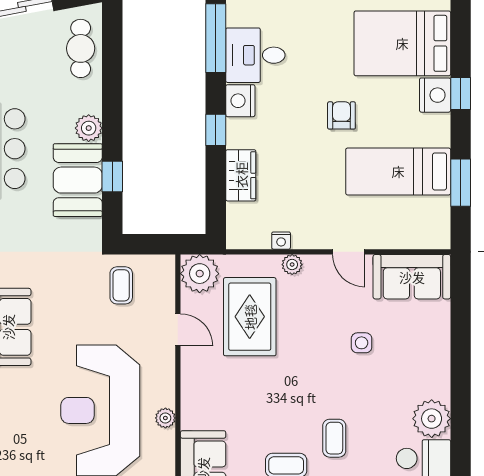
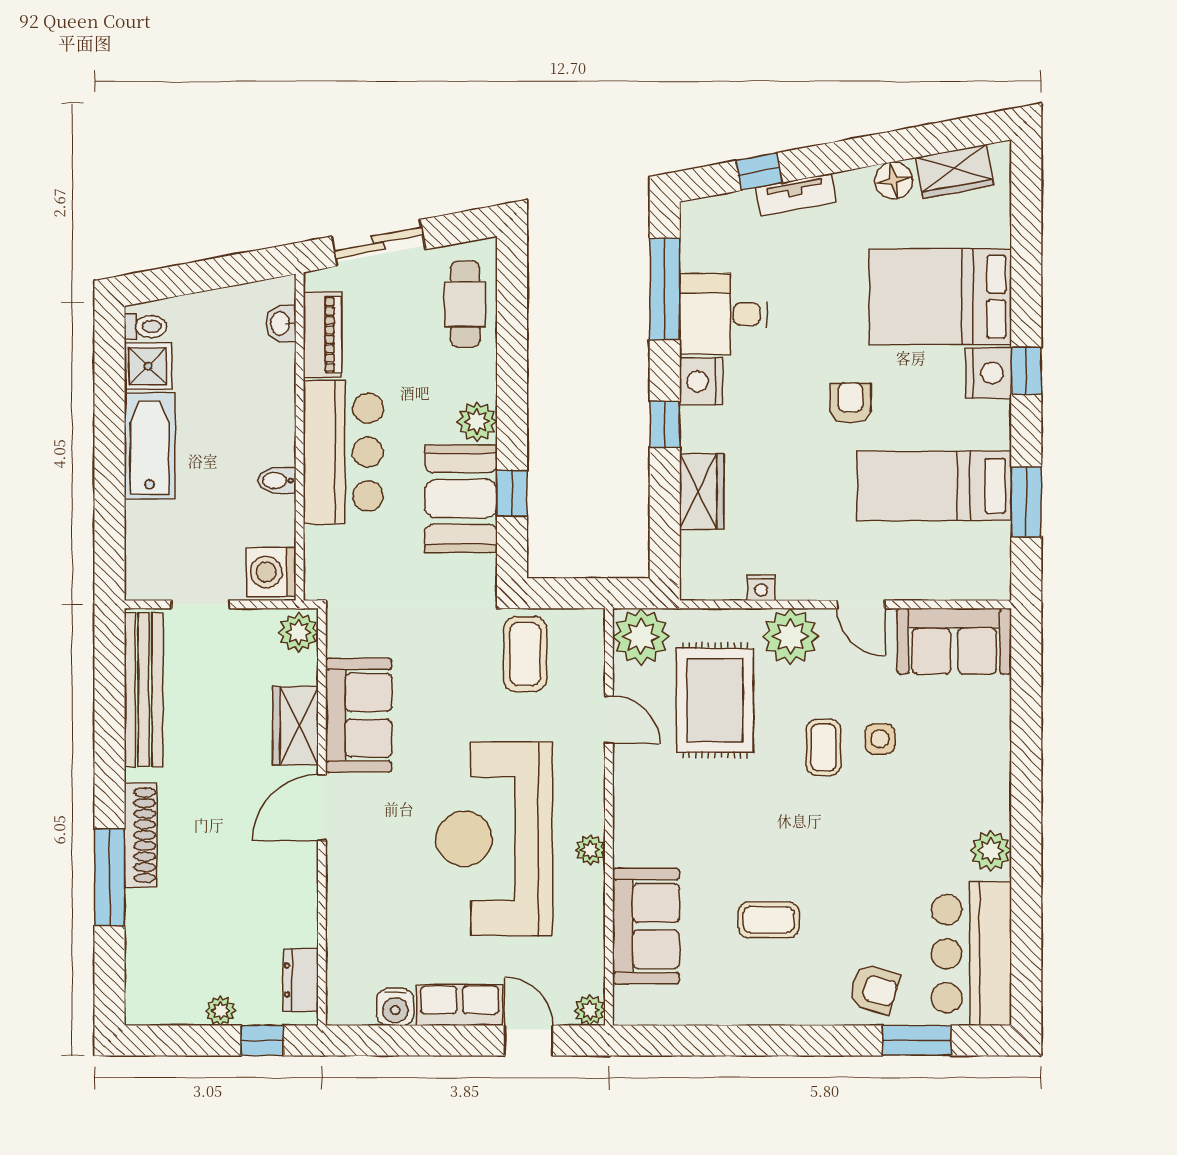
plant: (292, 265) -> (791, 636), width x1.88, depth x1.88
coffee table: (121, 285) -> (525, 654), width x1.36, depth x1.30
plant: (432, 419) -> (991, 851), width x0.73, depth x0.73
coffee table: (334, 438) -> (823, 747), moved

